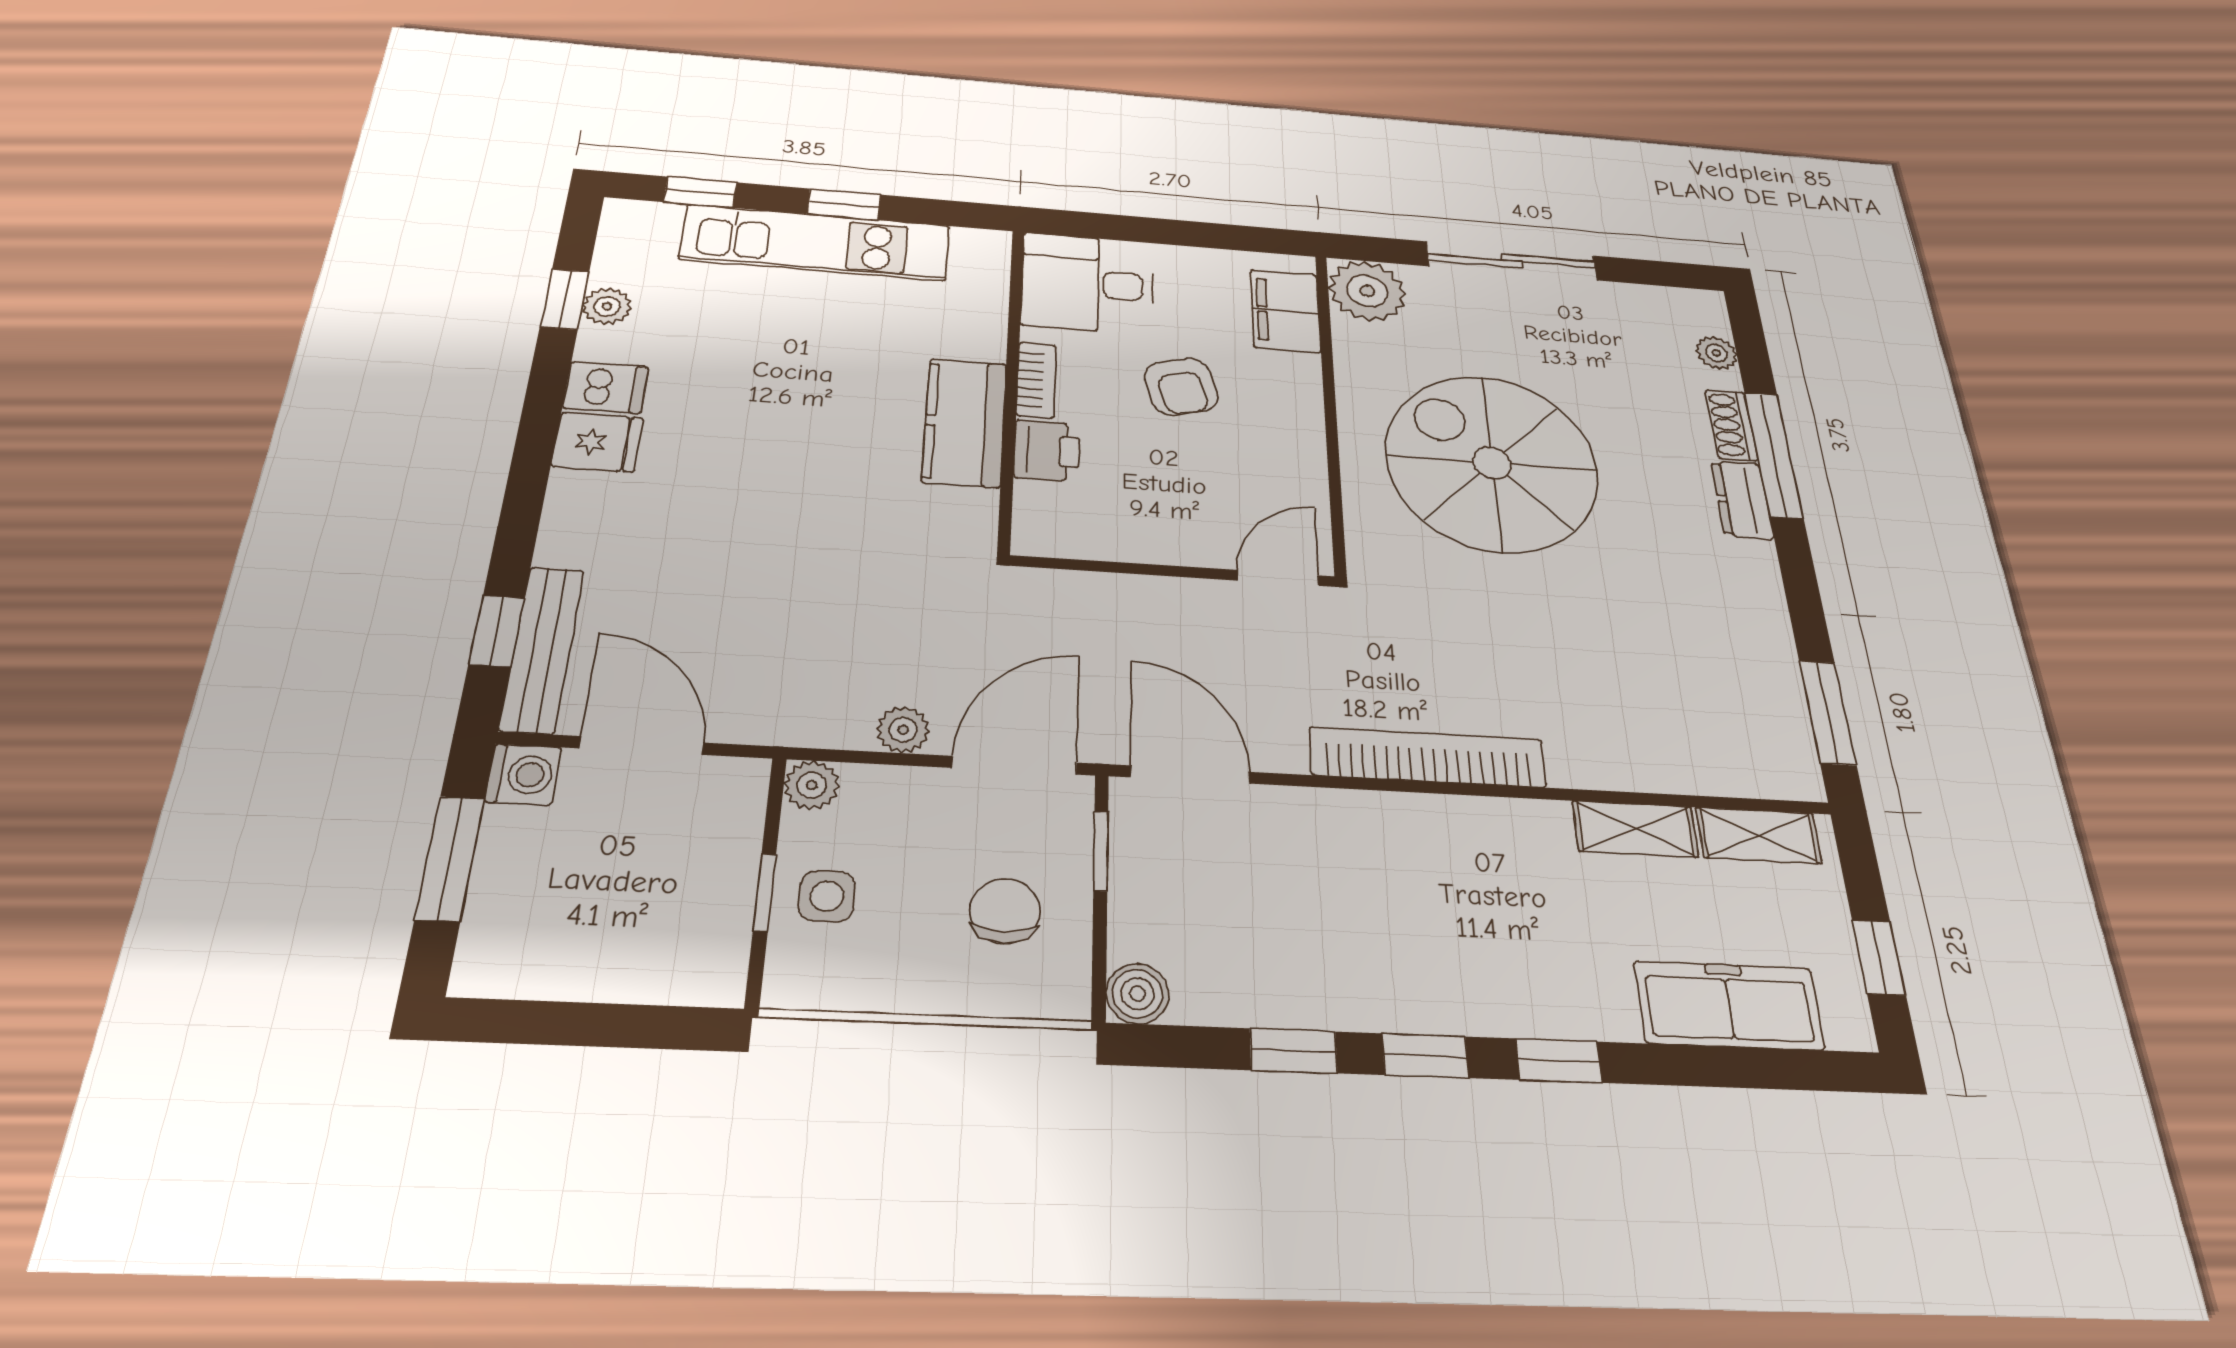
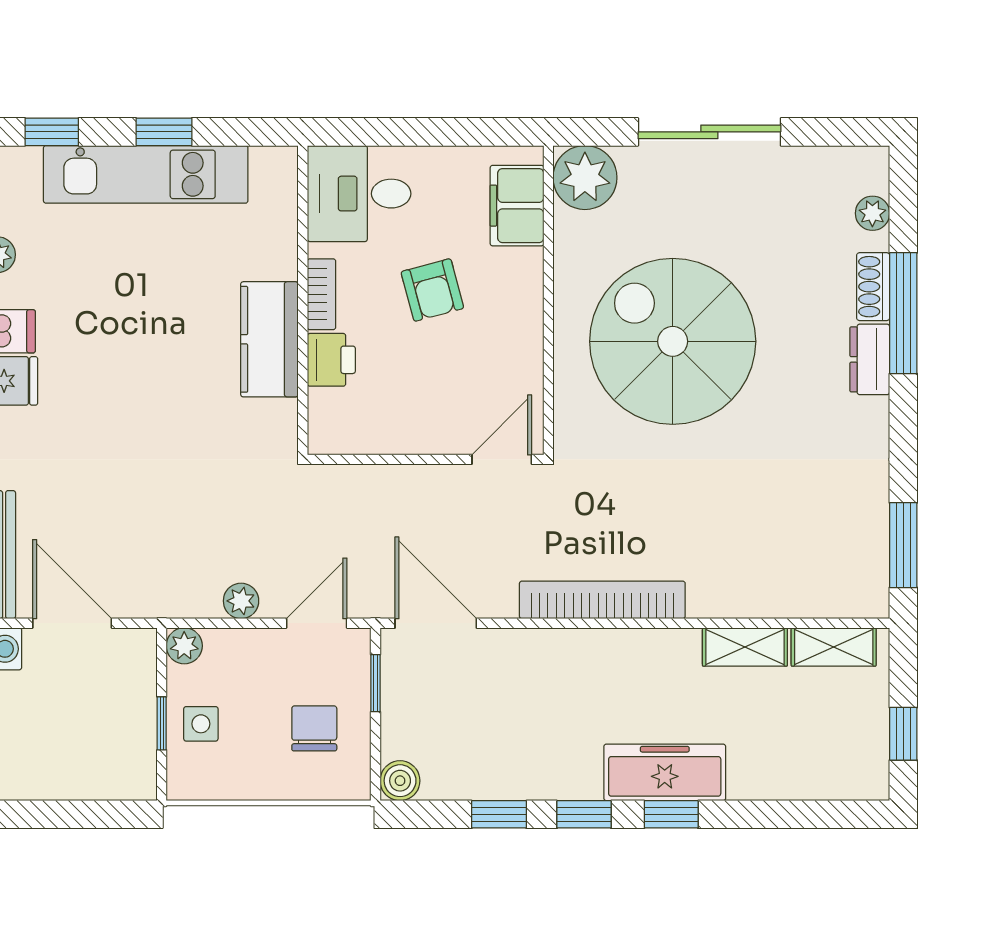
door: (1014, 765) -> (317, 623), width x0.73
freezer: (1729, 1005) -> (665, 772), moved

